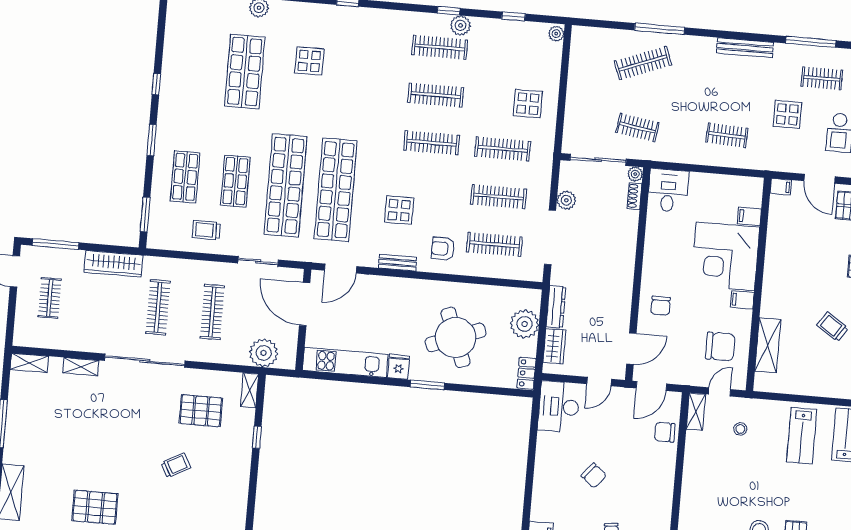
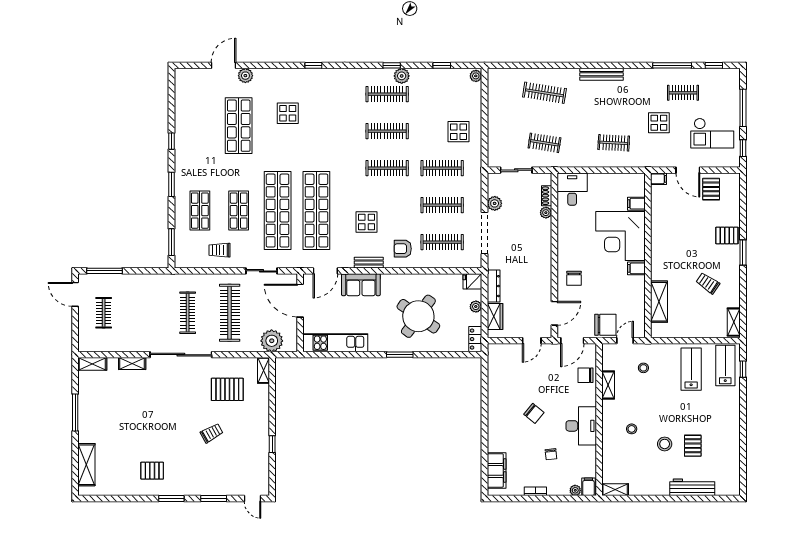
window: (660, 29) -> (555, 65), removed
bench: (745, 48) -> (601, 74), moved
clothes rail: (643, 63) -> (544, 93), turned 30
sliding door: (598, 160) -> (516, 170), width x0.73
plant: (635, 174) -> (546, 213), moved
wardrobe: (113, 264) -> (150, 282), removed
sofa: (385, 290) -> (361, 285), added
clothes rail: (212, 312) -> (230, 313), width x1.37, depth x1.31
plant: (525, 324) -> (476, 307), width x0.53, depth x0.53
round table: (456, 337) -> (418, 316), turned -34
chair: (720, 347) -> (605, 325), moved
fridge: (399, 367) -> (472, 281), moved, turned -90
desk: (559, 407) -> (581, 426), moved, turned 180
shelving: (696, 412) -> (608, 385), moved
lab bench: (802, 436) -> (691, 369), turned 180
window: (257, 437) -> (272, 444), moved
stool: (718, 506) -> (632, 429), added
pallet: (95, 507) -> (152, 471), width x0.67, depth x0.71

